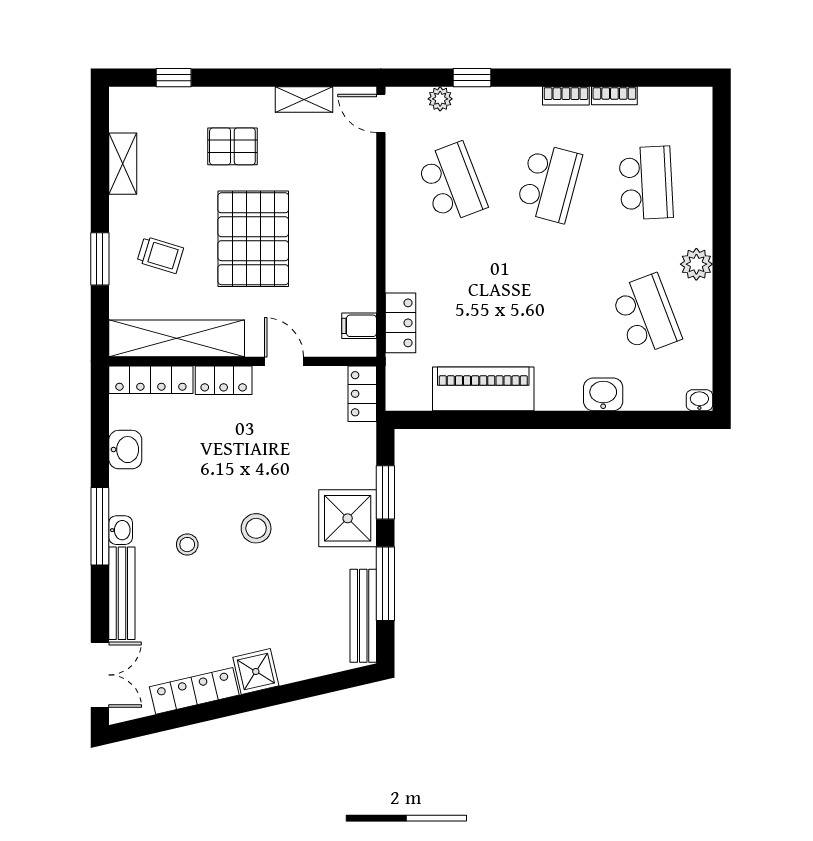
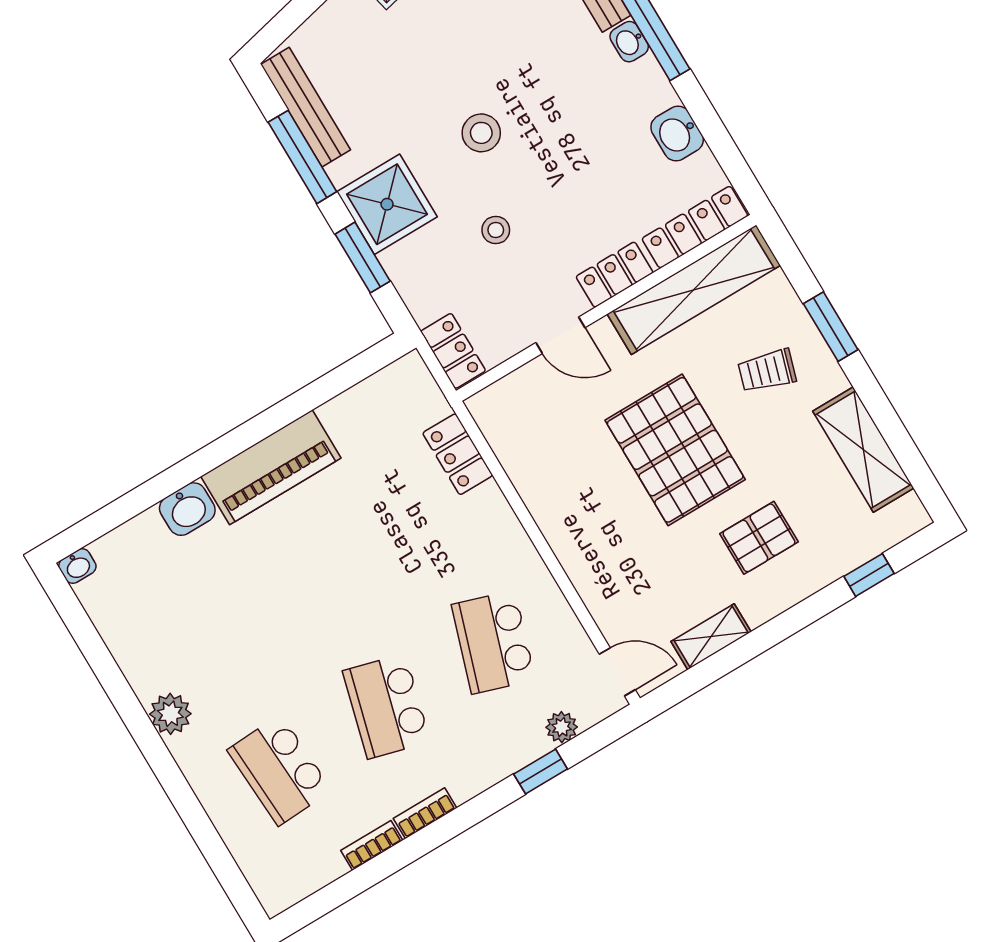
shelving: (123, 164) -> (863, 450), width x1.50, depth x1.33
school desk: (452, 183) -> (493, 642), turned 39
school desk: (646, 315) -> (193, 625), removed
filing cabinet: (359, 326) -> (501, 424), removed
piano: (483, 389) -> (271, 467), moved
stool: (187, 545) -> (496, 230), moved

